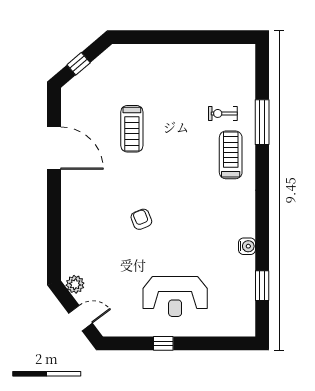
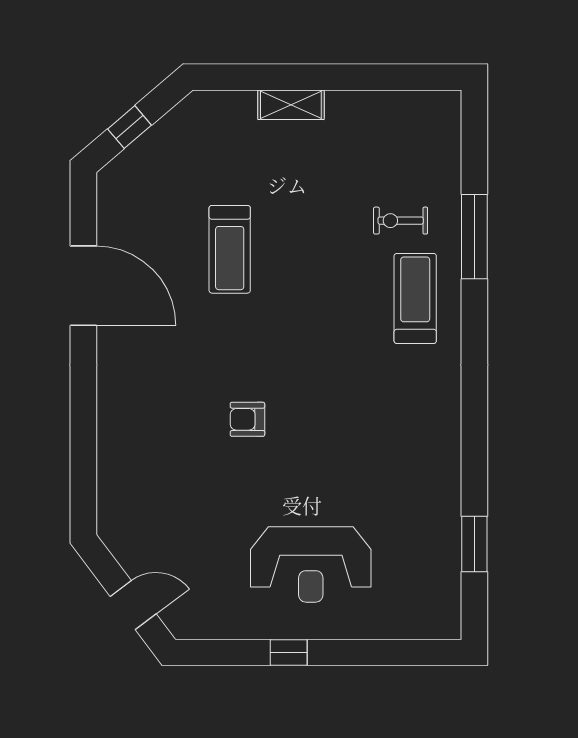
shelving: (165, 52) -> (291, 105), added
armchair: (141, 219) -> (247, 419), turned -68
water cooler: (247, 246) -> (446, 470), removed
plant: (75, 284) -> (123, 541), removed

